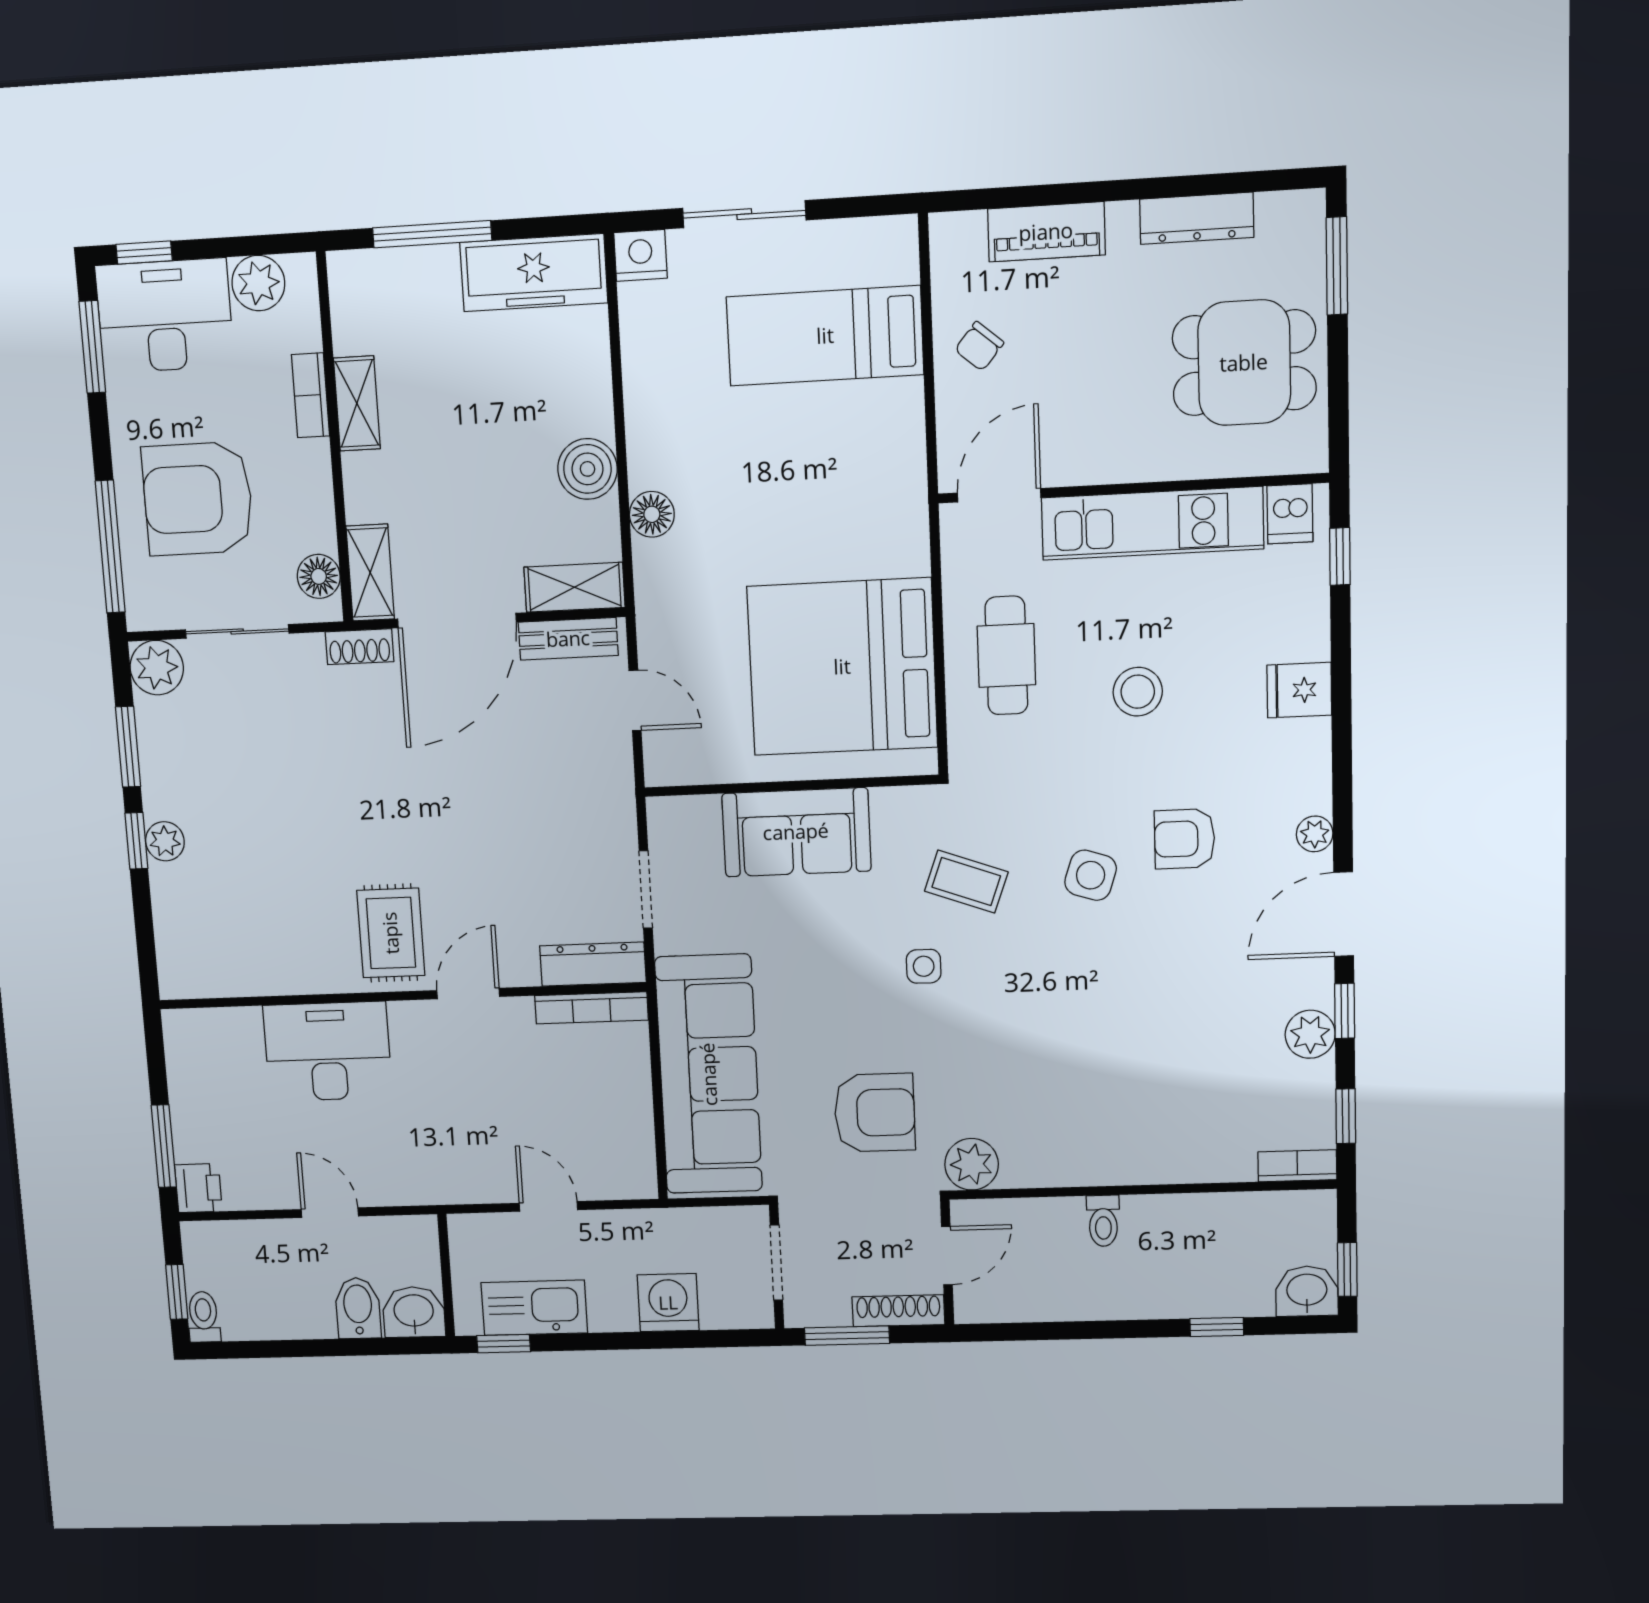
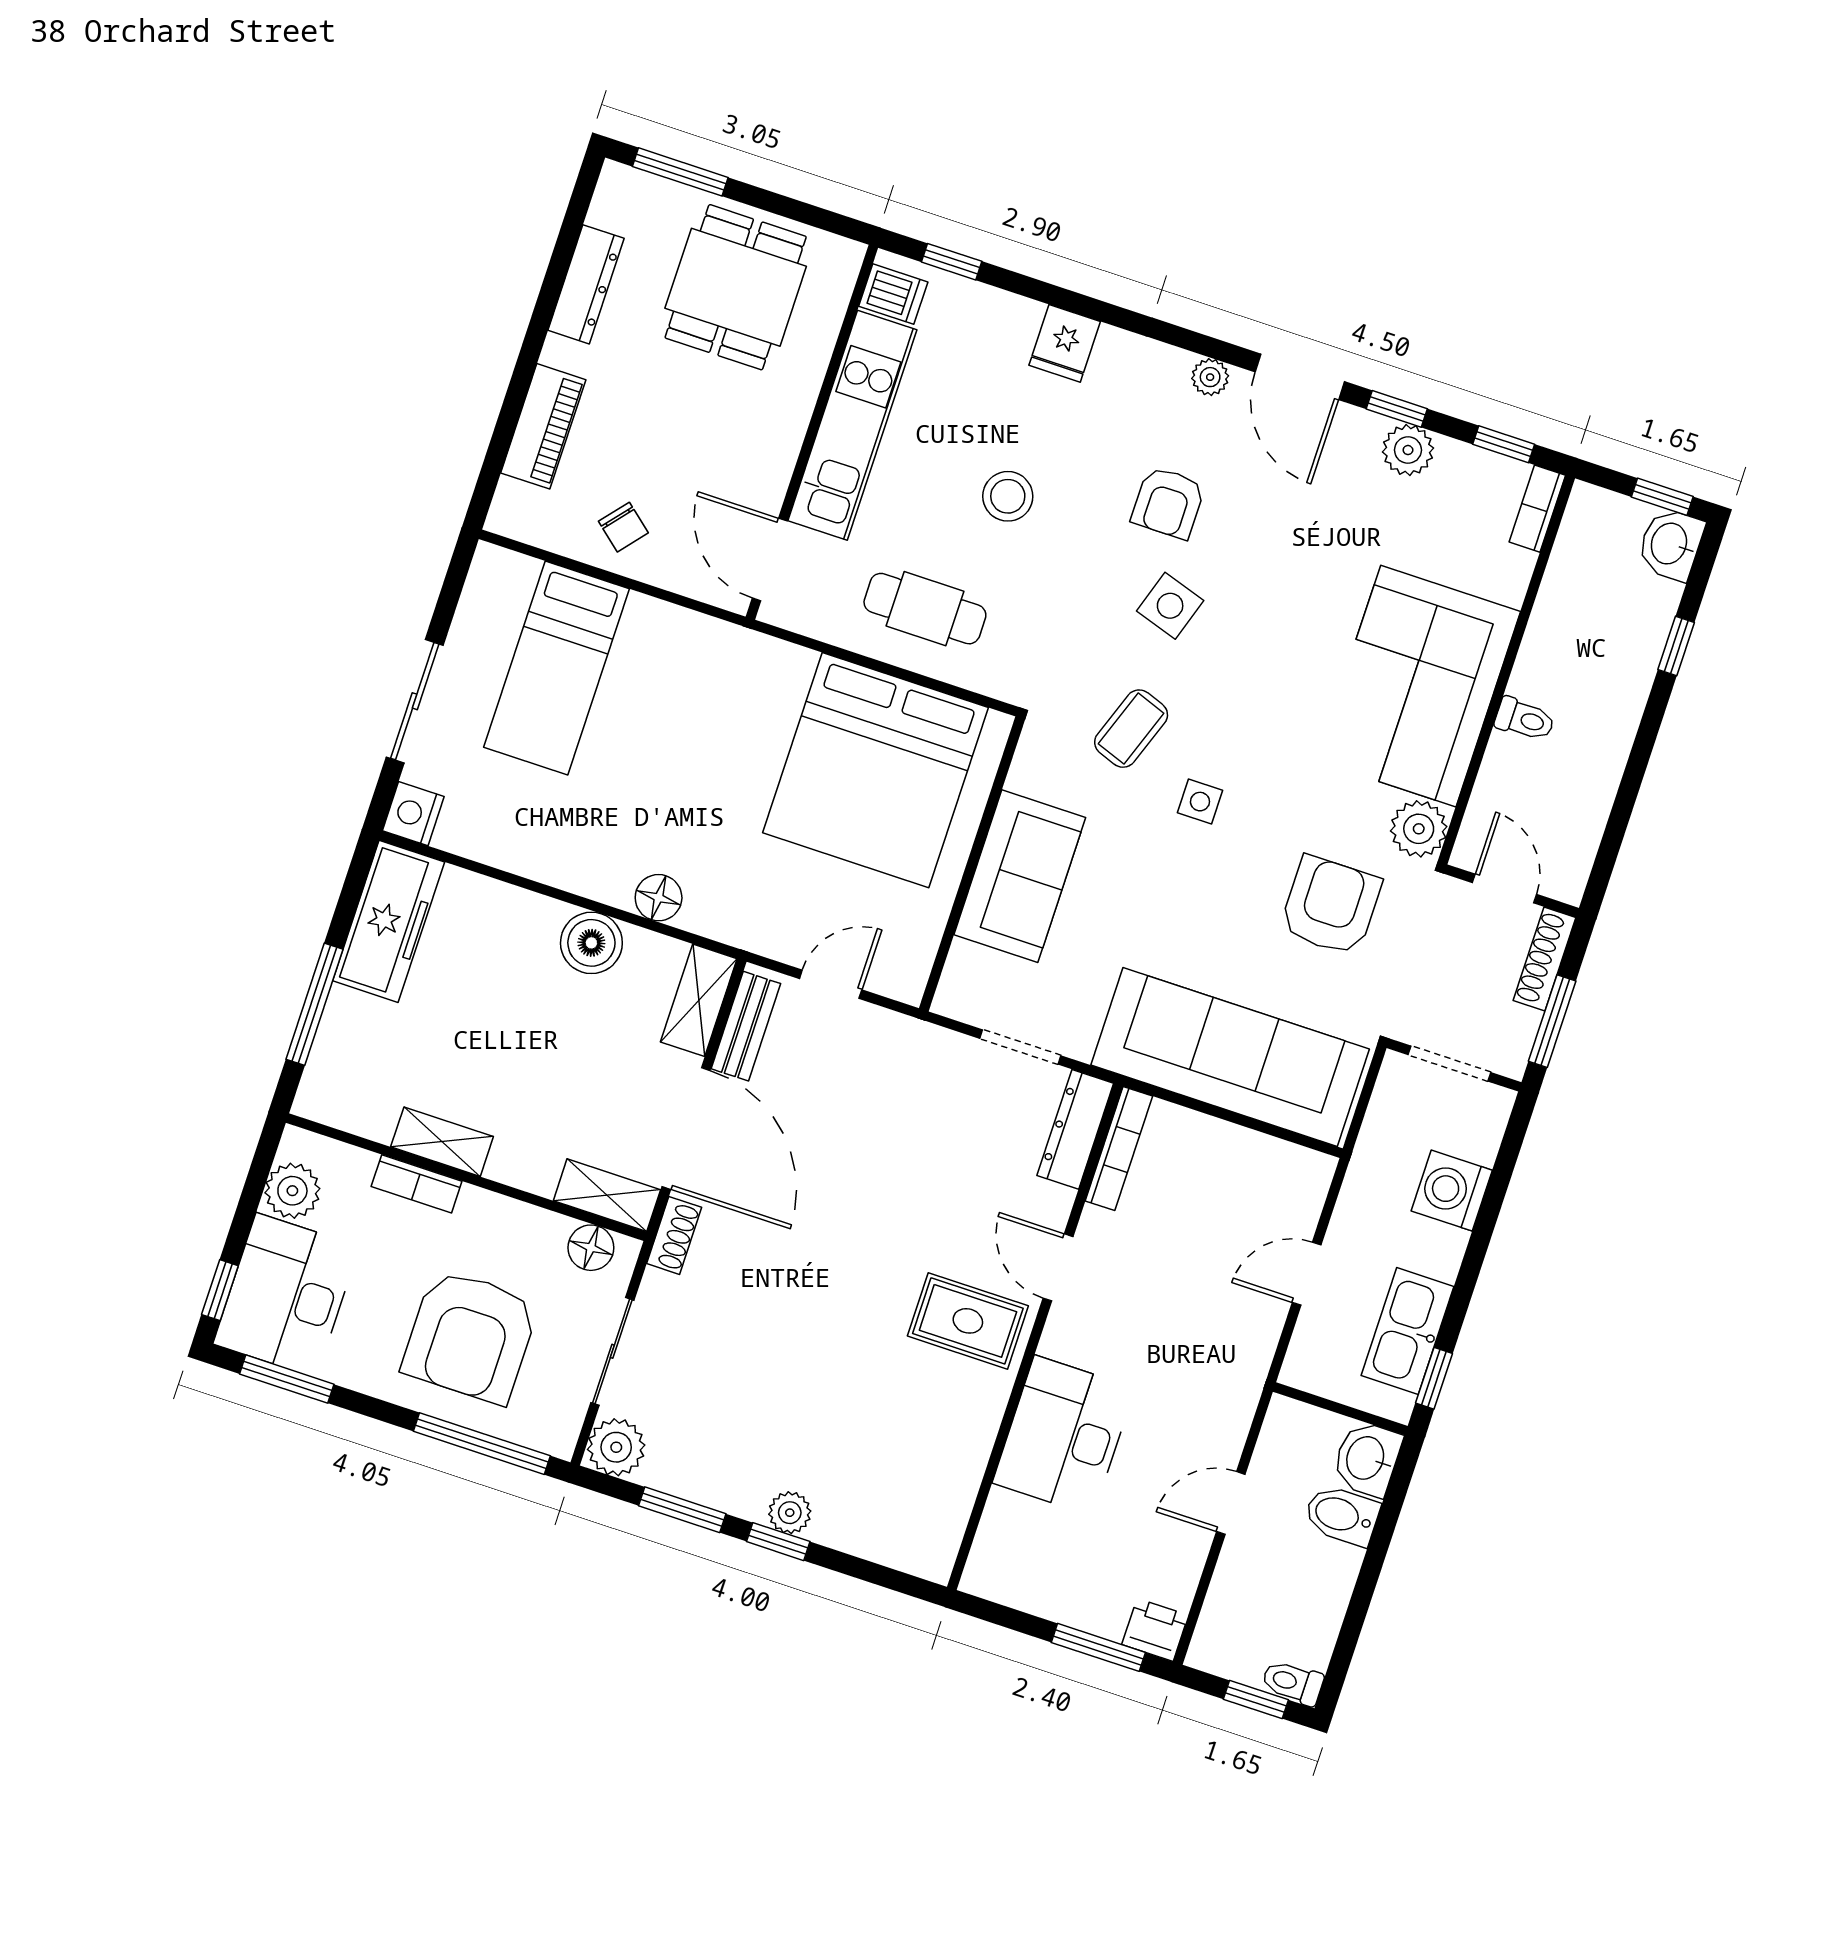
corner sofa: (1099, 1119) -> (1418, 686), added

